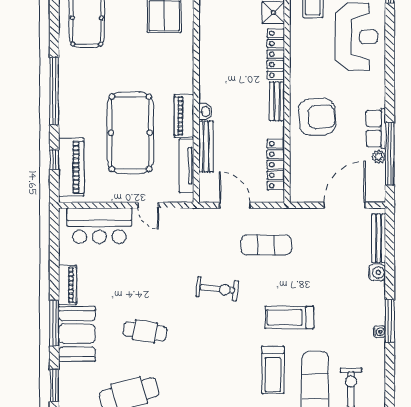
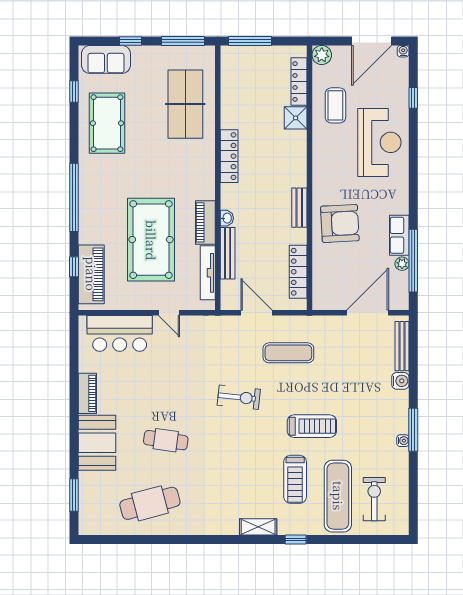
locker: (276, 54) -> (229, 156), moved, turned 180
treadmill: (289, 317) -> (312, 426), turned 180
window: (54, 323) -> (74, 432), removed

